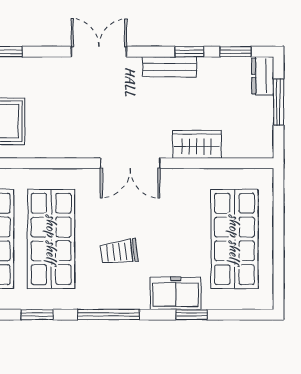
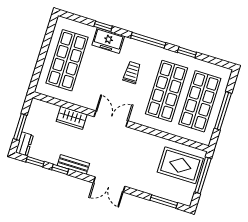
trolley: (119, 252) -> (132, 73), turned -83

